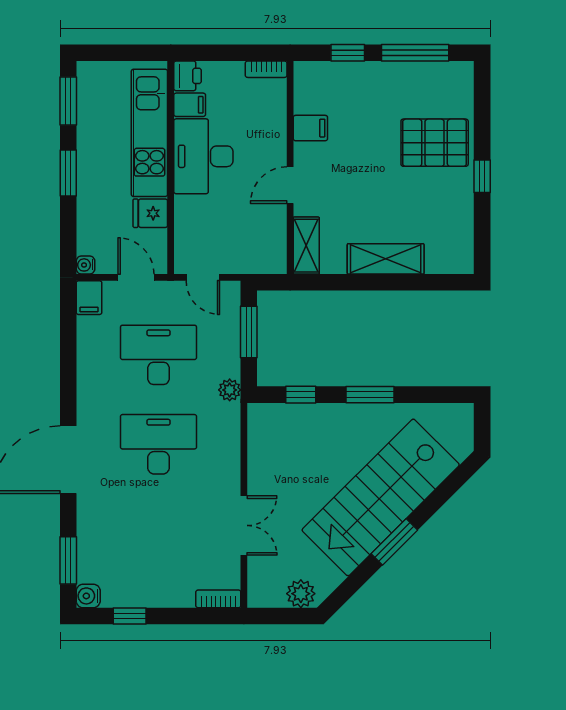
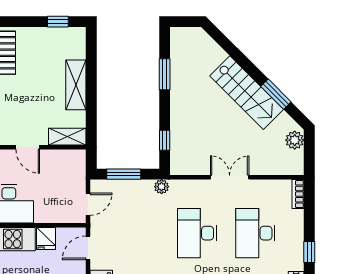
window: (482, 176) -> (58, 22), moved
desk: (159, 355) -> (255, 233), moved
window: (370, 395) -> (165, 74), moved
stairs: (381, 497) -> (247, 93), width x0.73, depth x0.66
double door: (244, 525) -> (230, 177), moved
window: (394, 542) -> (276, 94), moved

